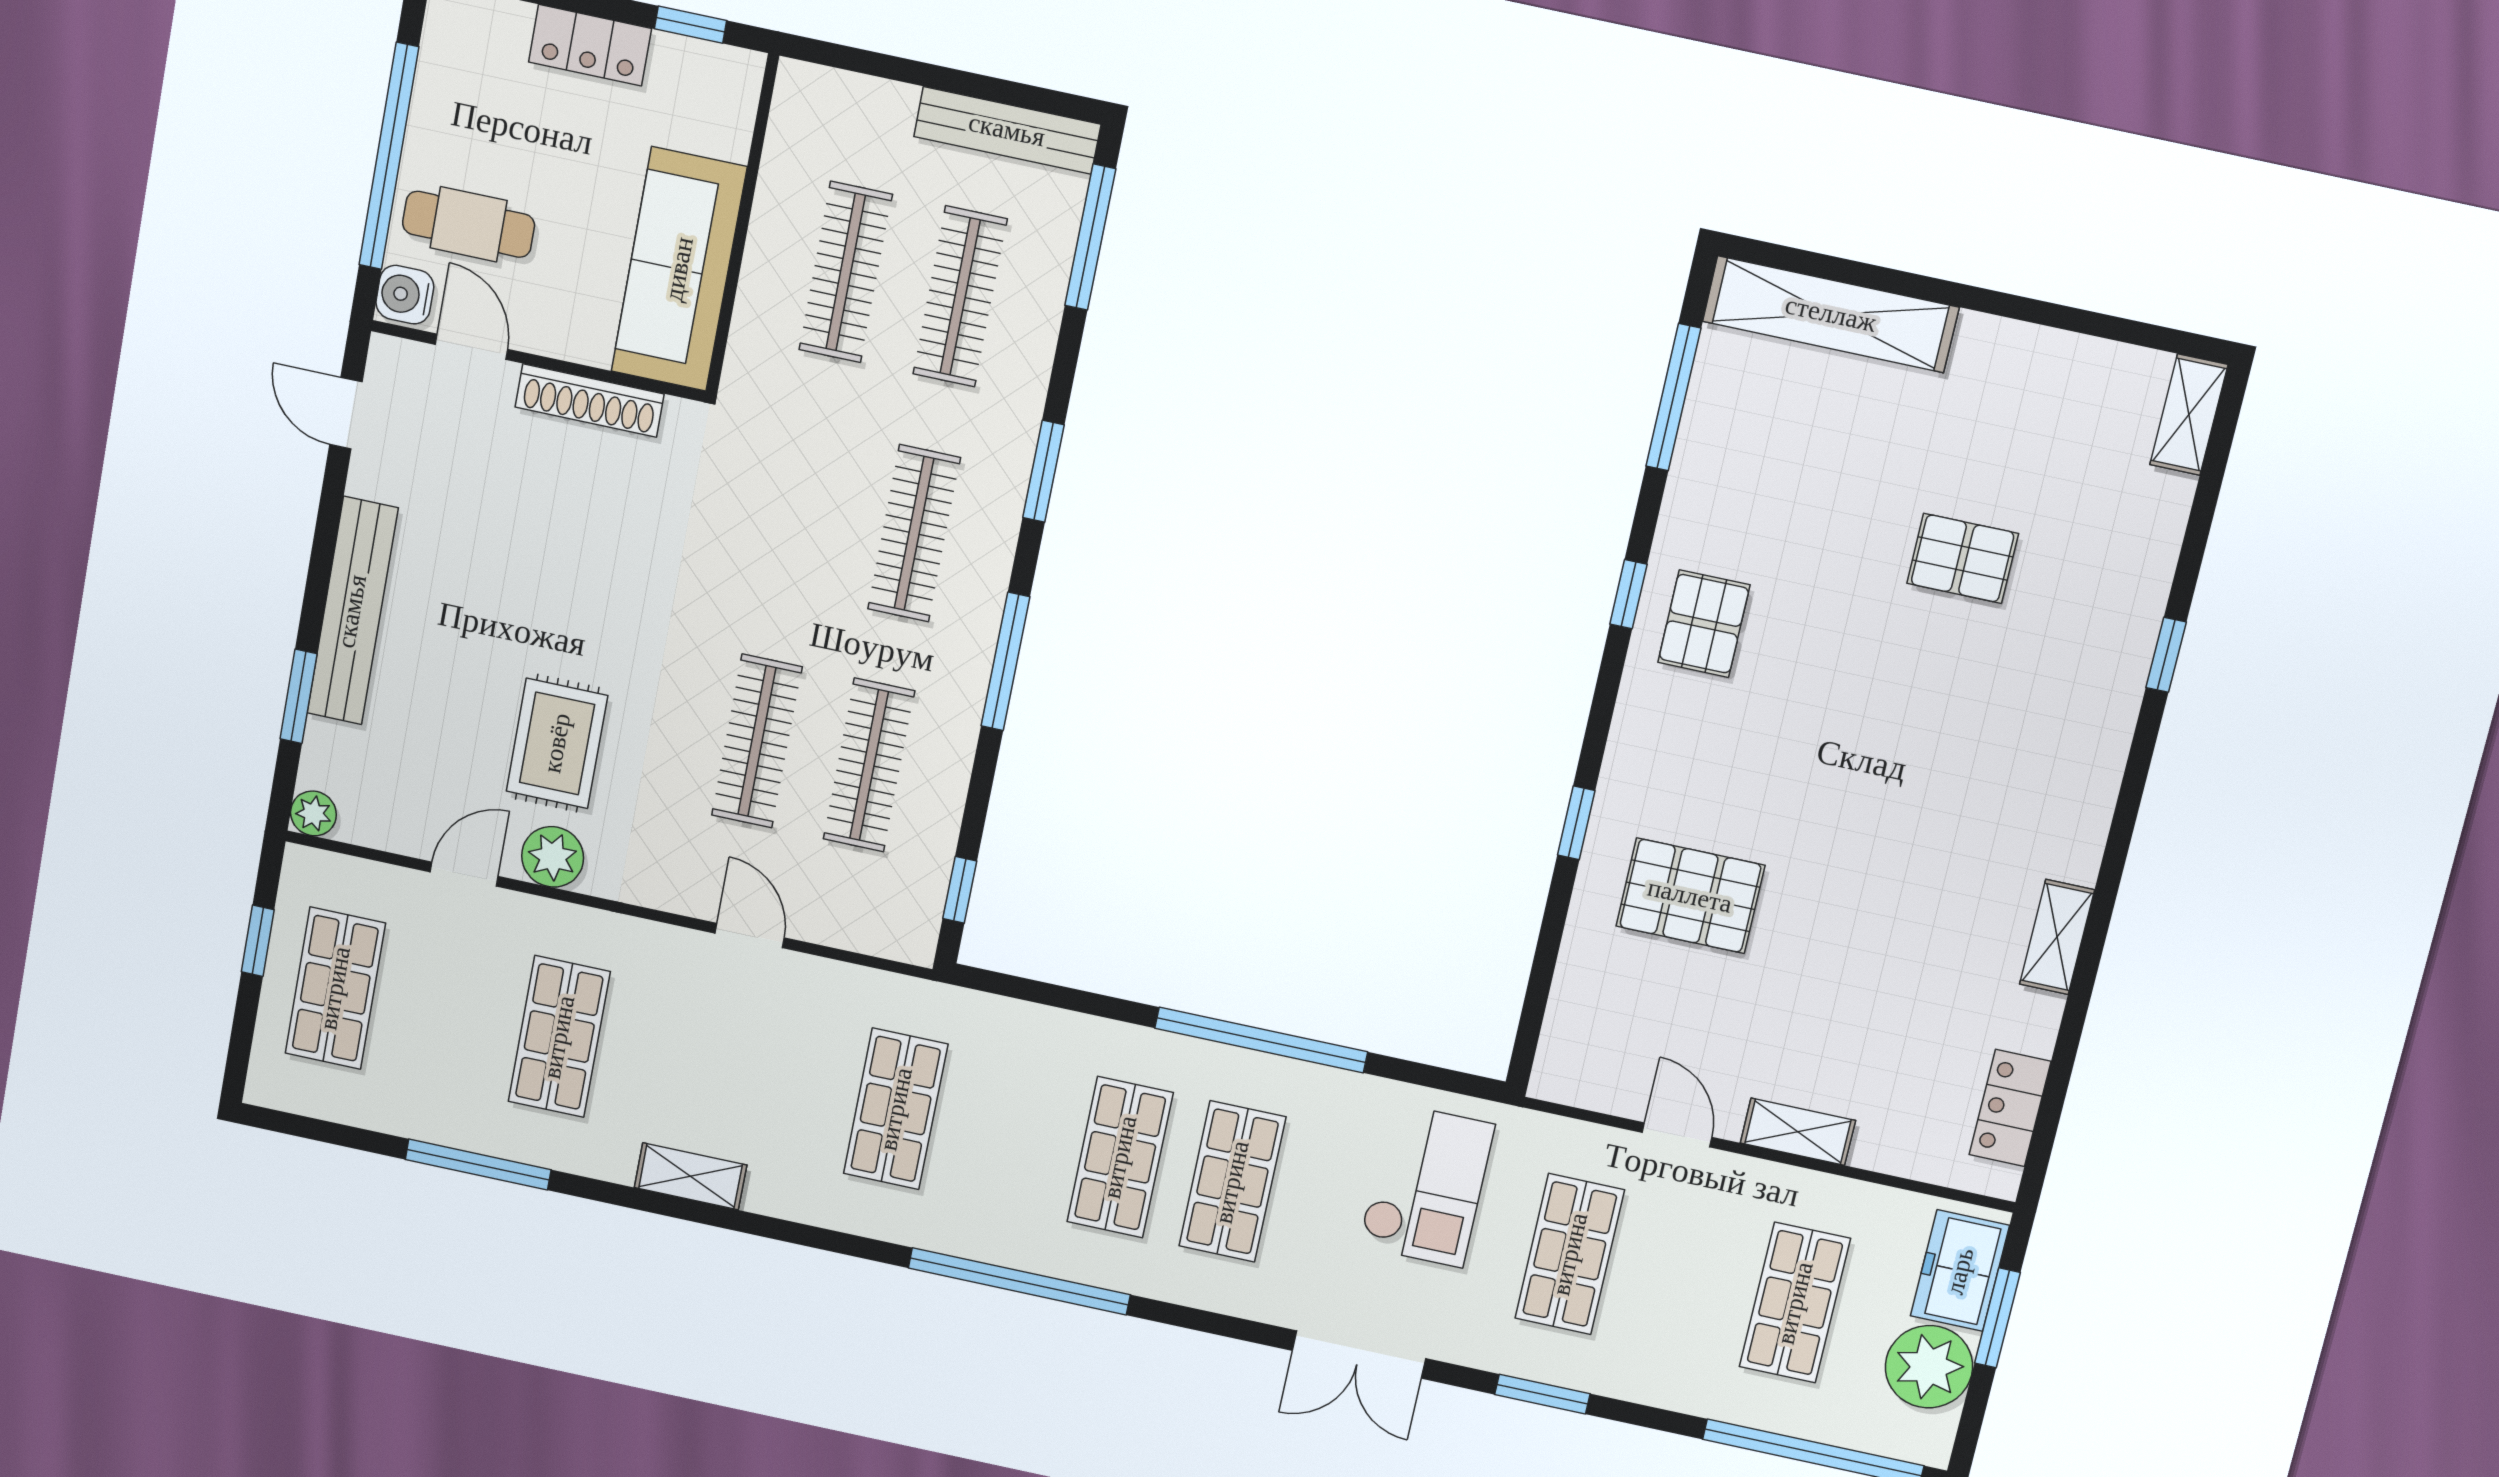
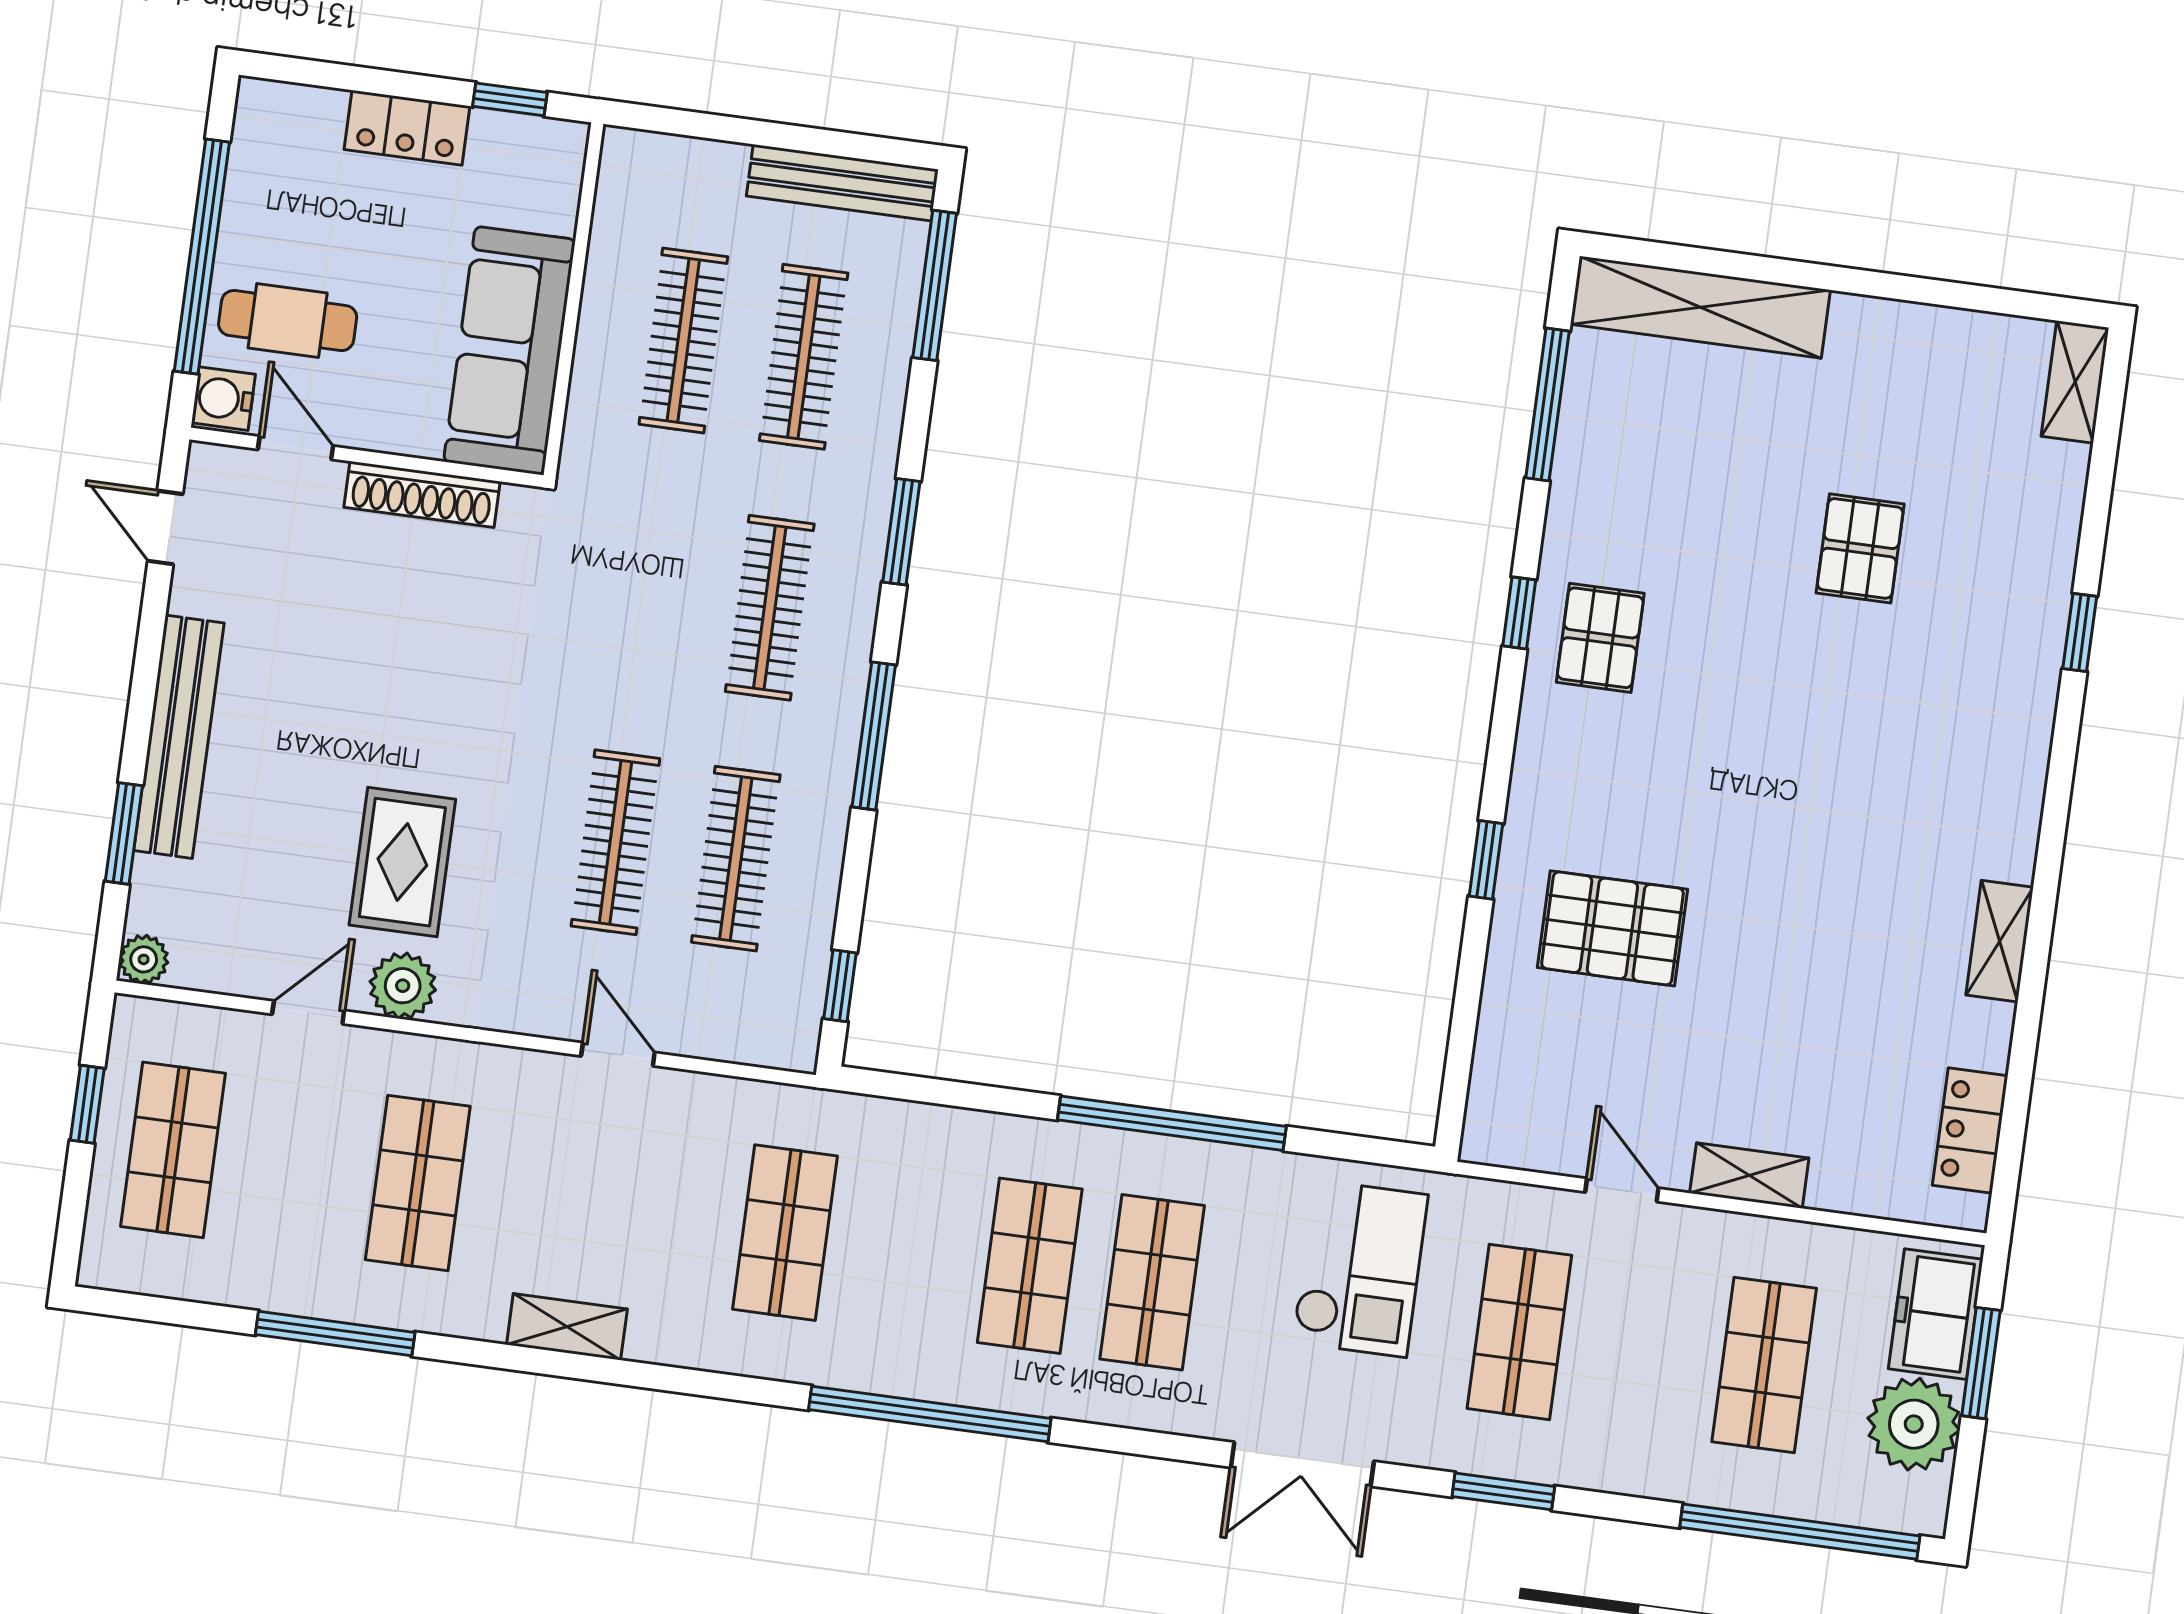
pallet: (1963, 558) -> (1860, 548), turned 90

